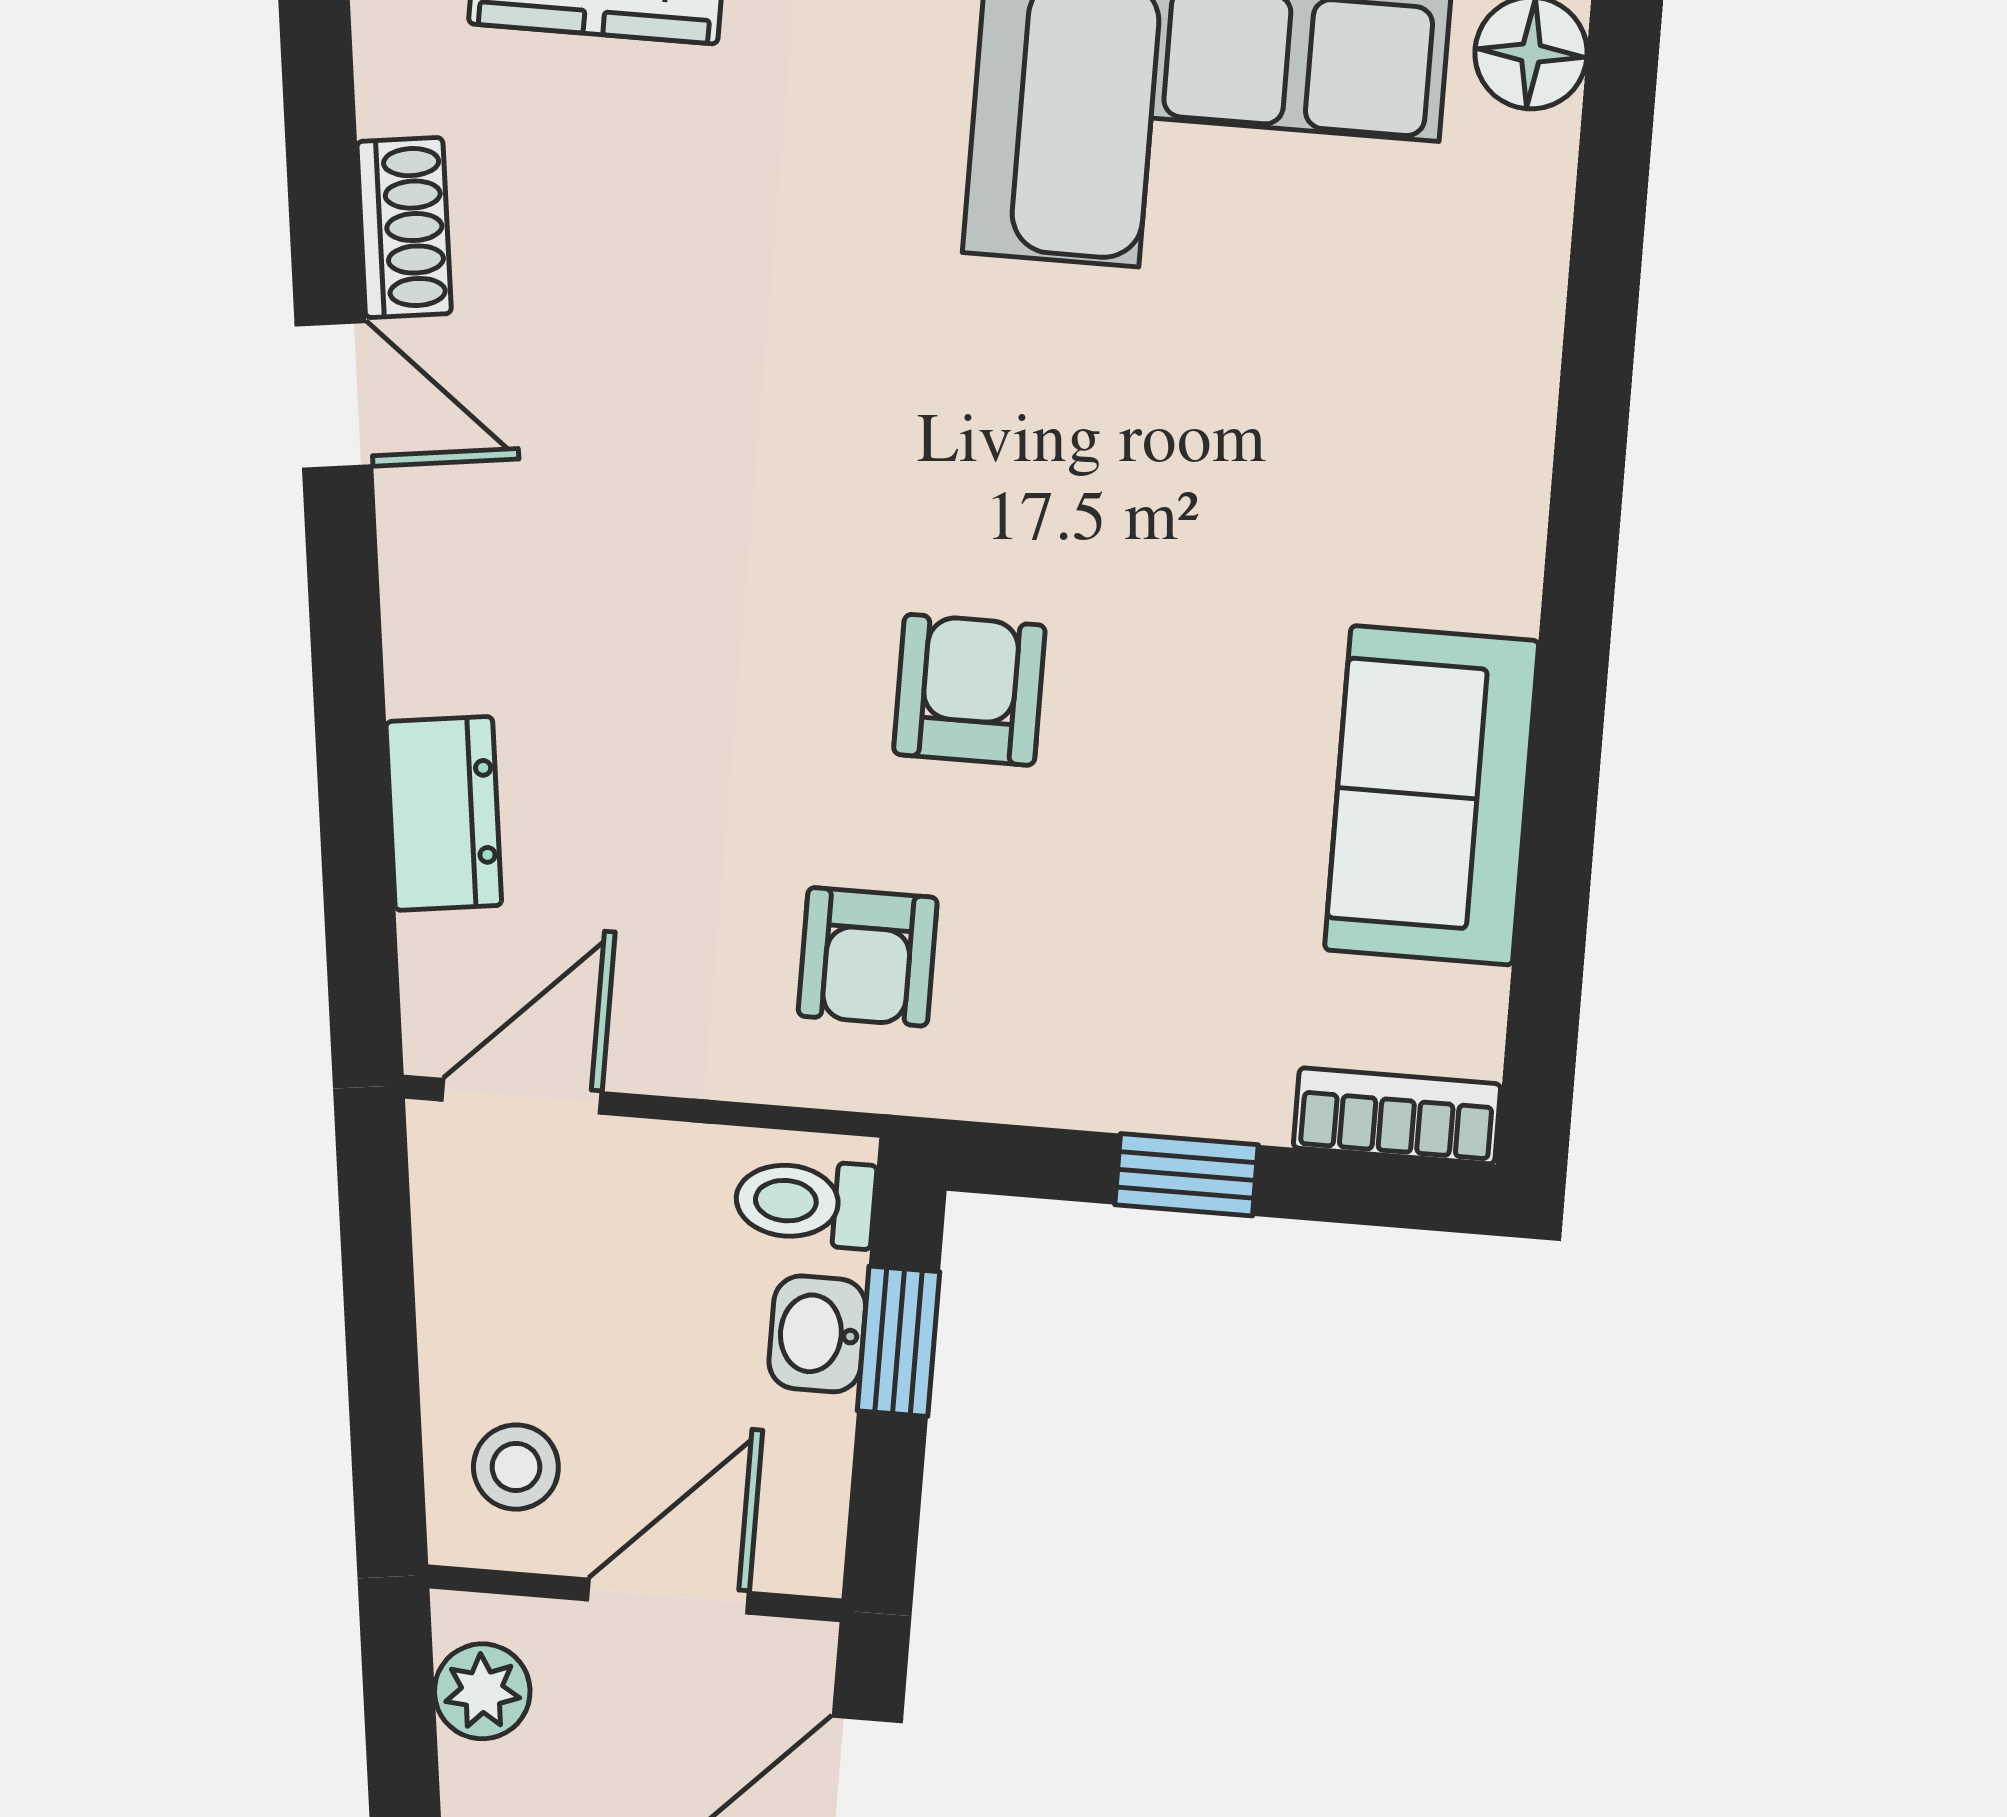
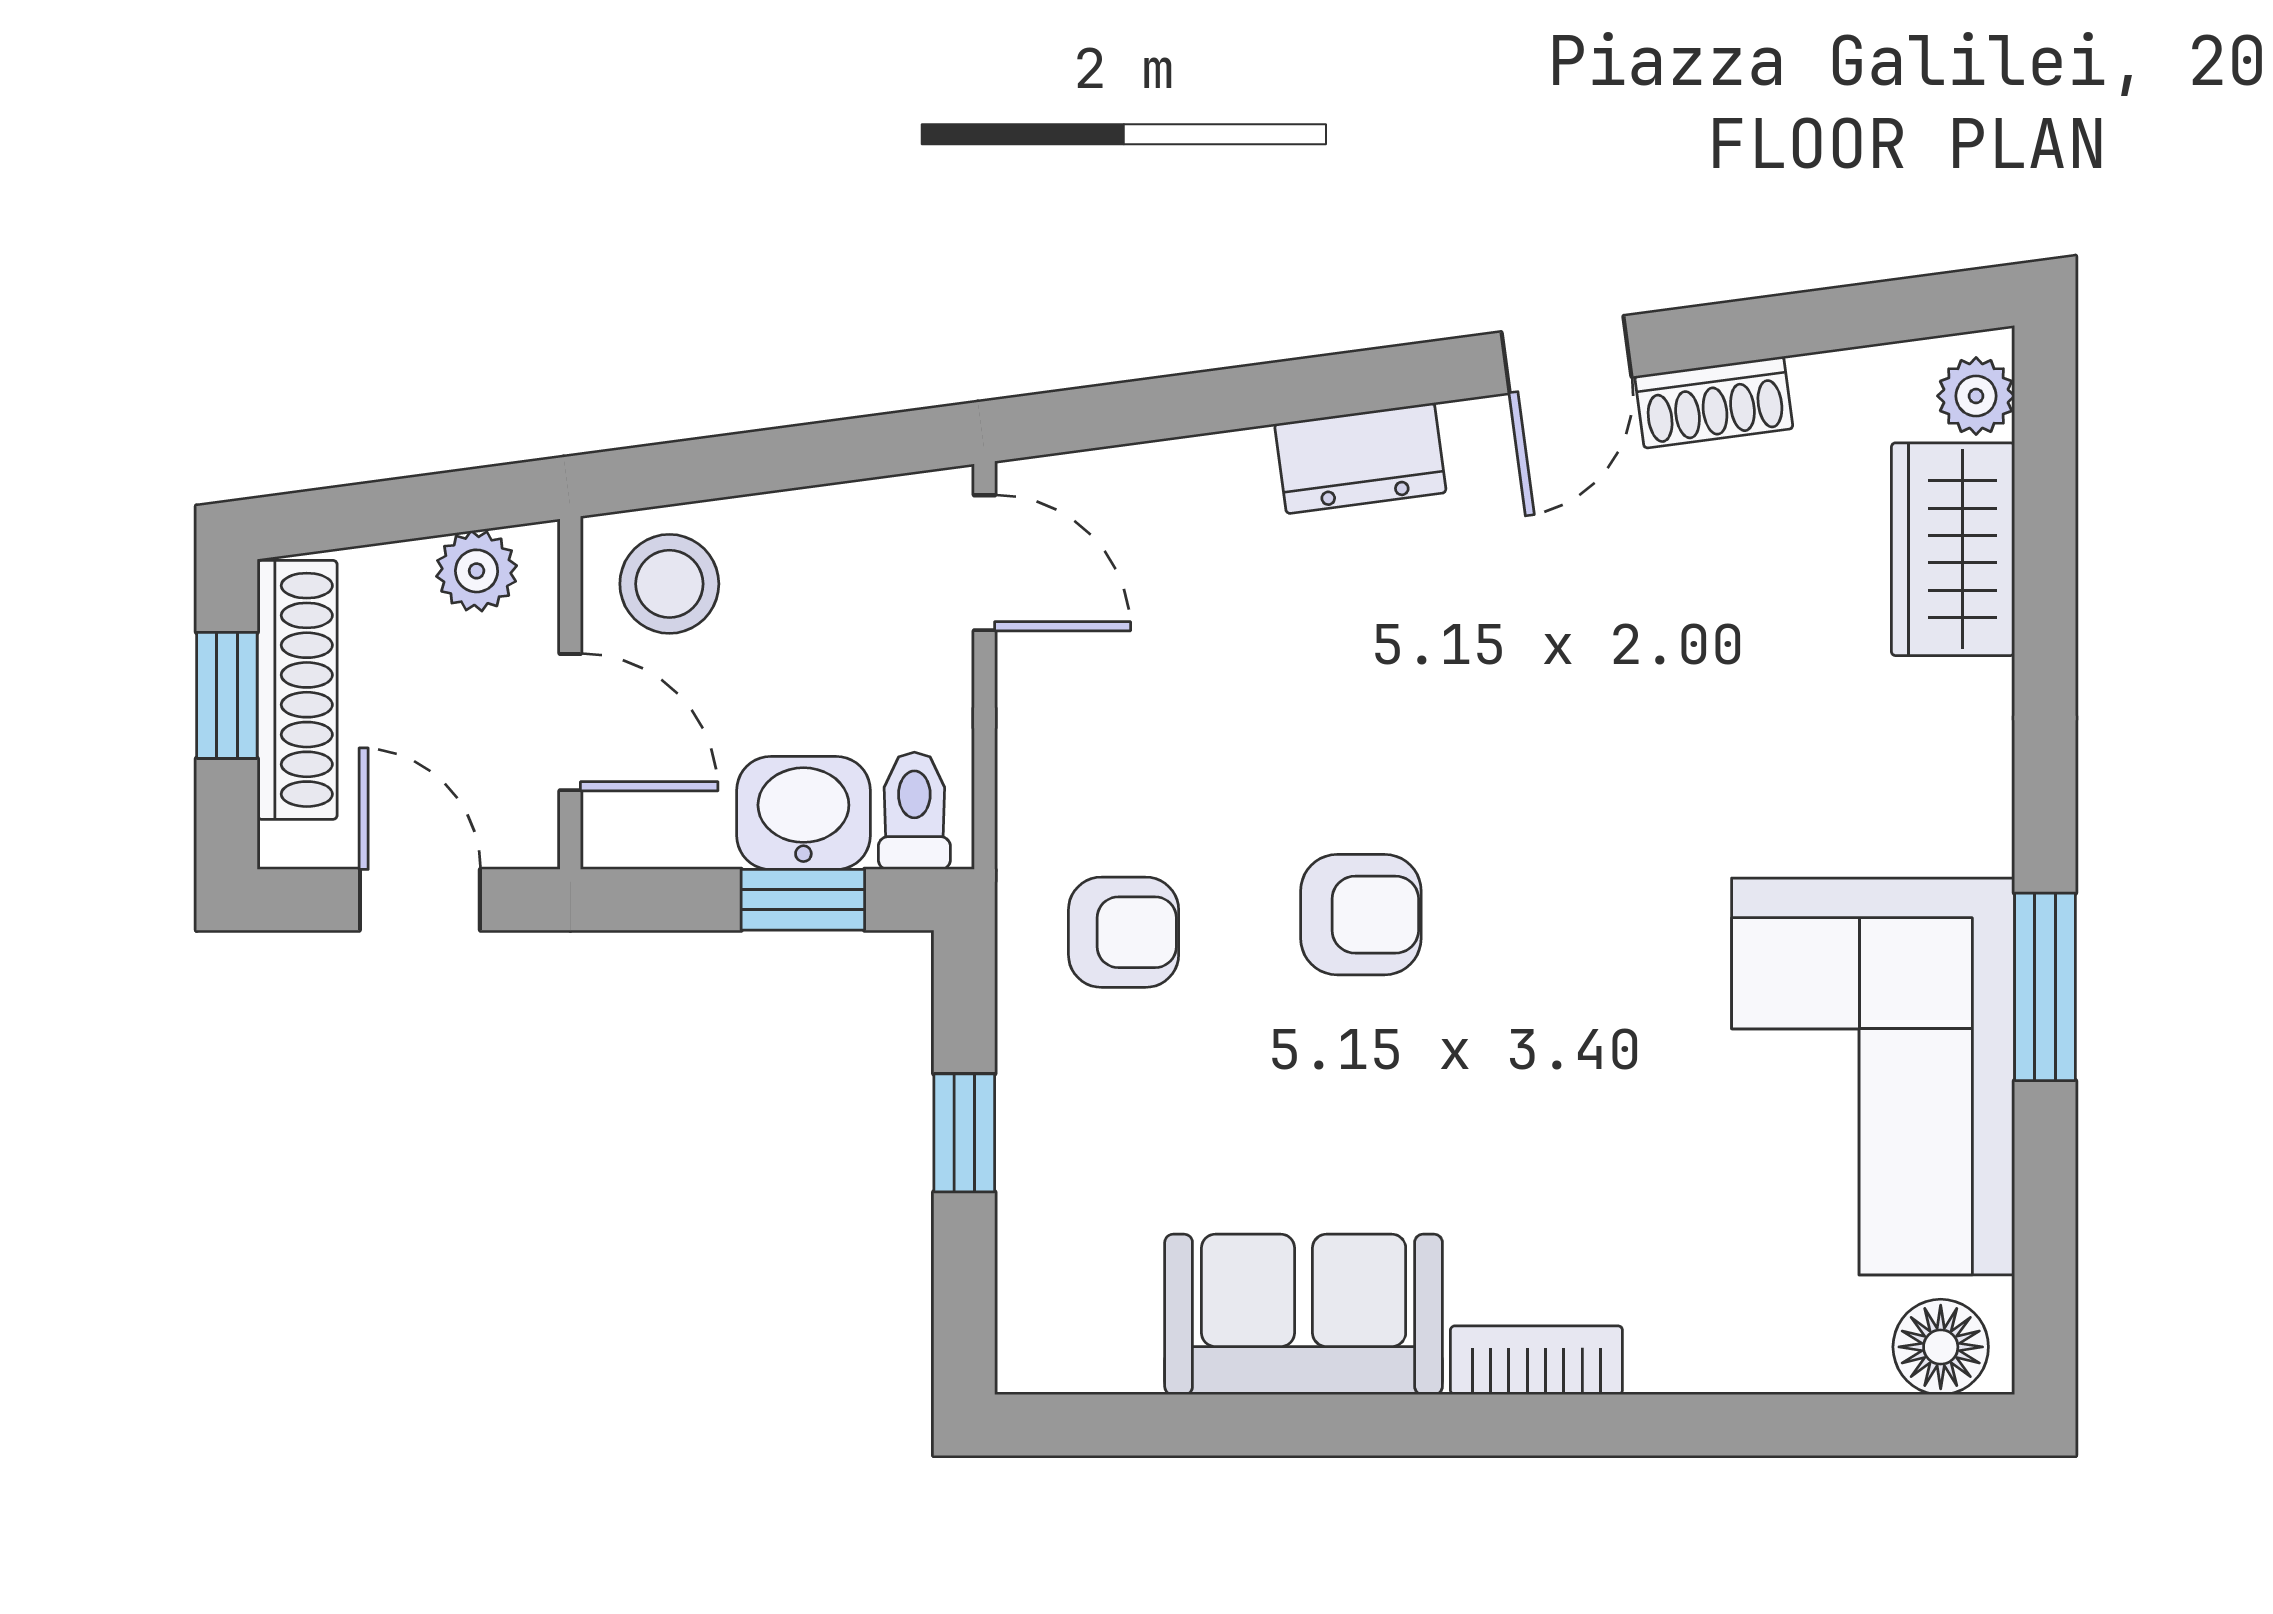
dresser: (444, 813) -> (1360, 458), moved
armchair: (868, 957) -> (1124, 932), moved, turned 180
bookcase: (1397, 1116) -> (1536, 1360), moved, turned -90
washbasin: (817, 1334) -> (803, 813), width x1.38, depth x1.45
stool: (516, 1467) -> (669, 584), width x1.37, depth x1.37

